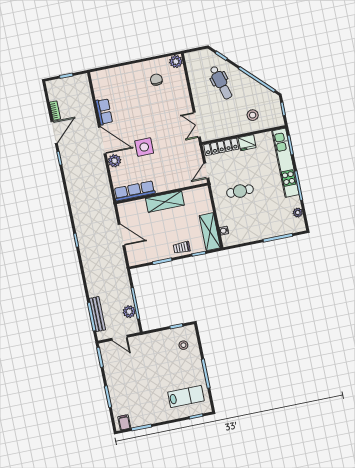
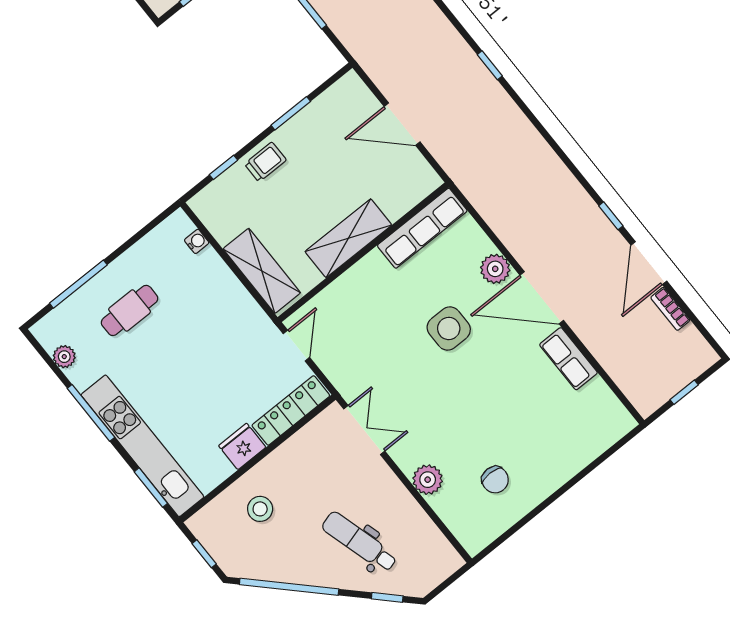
plant: (176, 62) -> (428, 480), moved
cafe table: (240, 191) -> (130, 310), moved
shelving: (210, 232) -> (262, 271), moved

